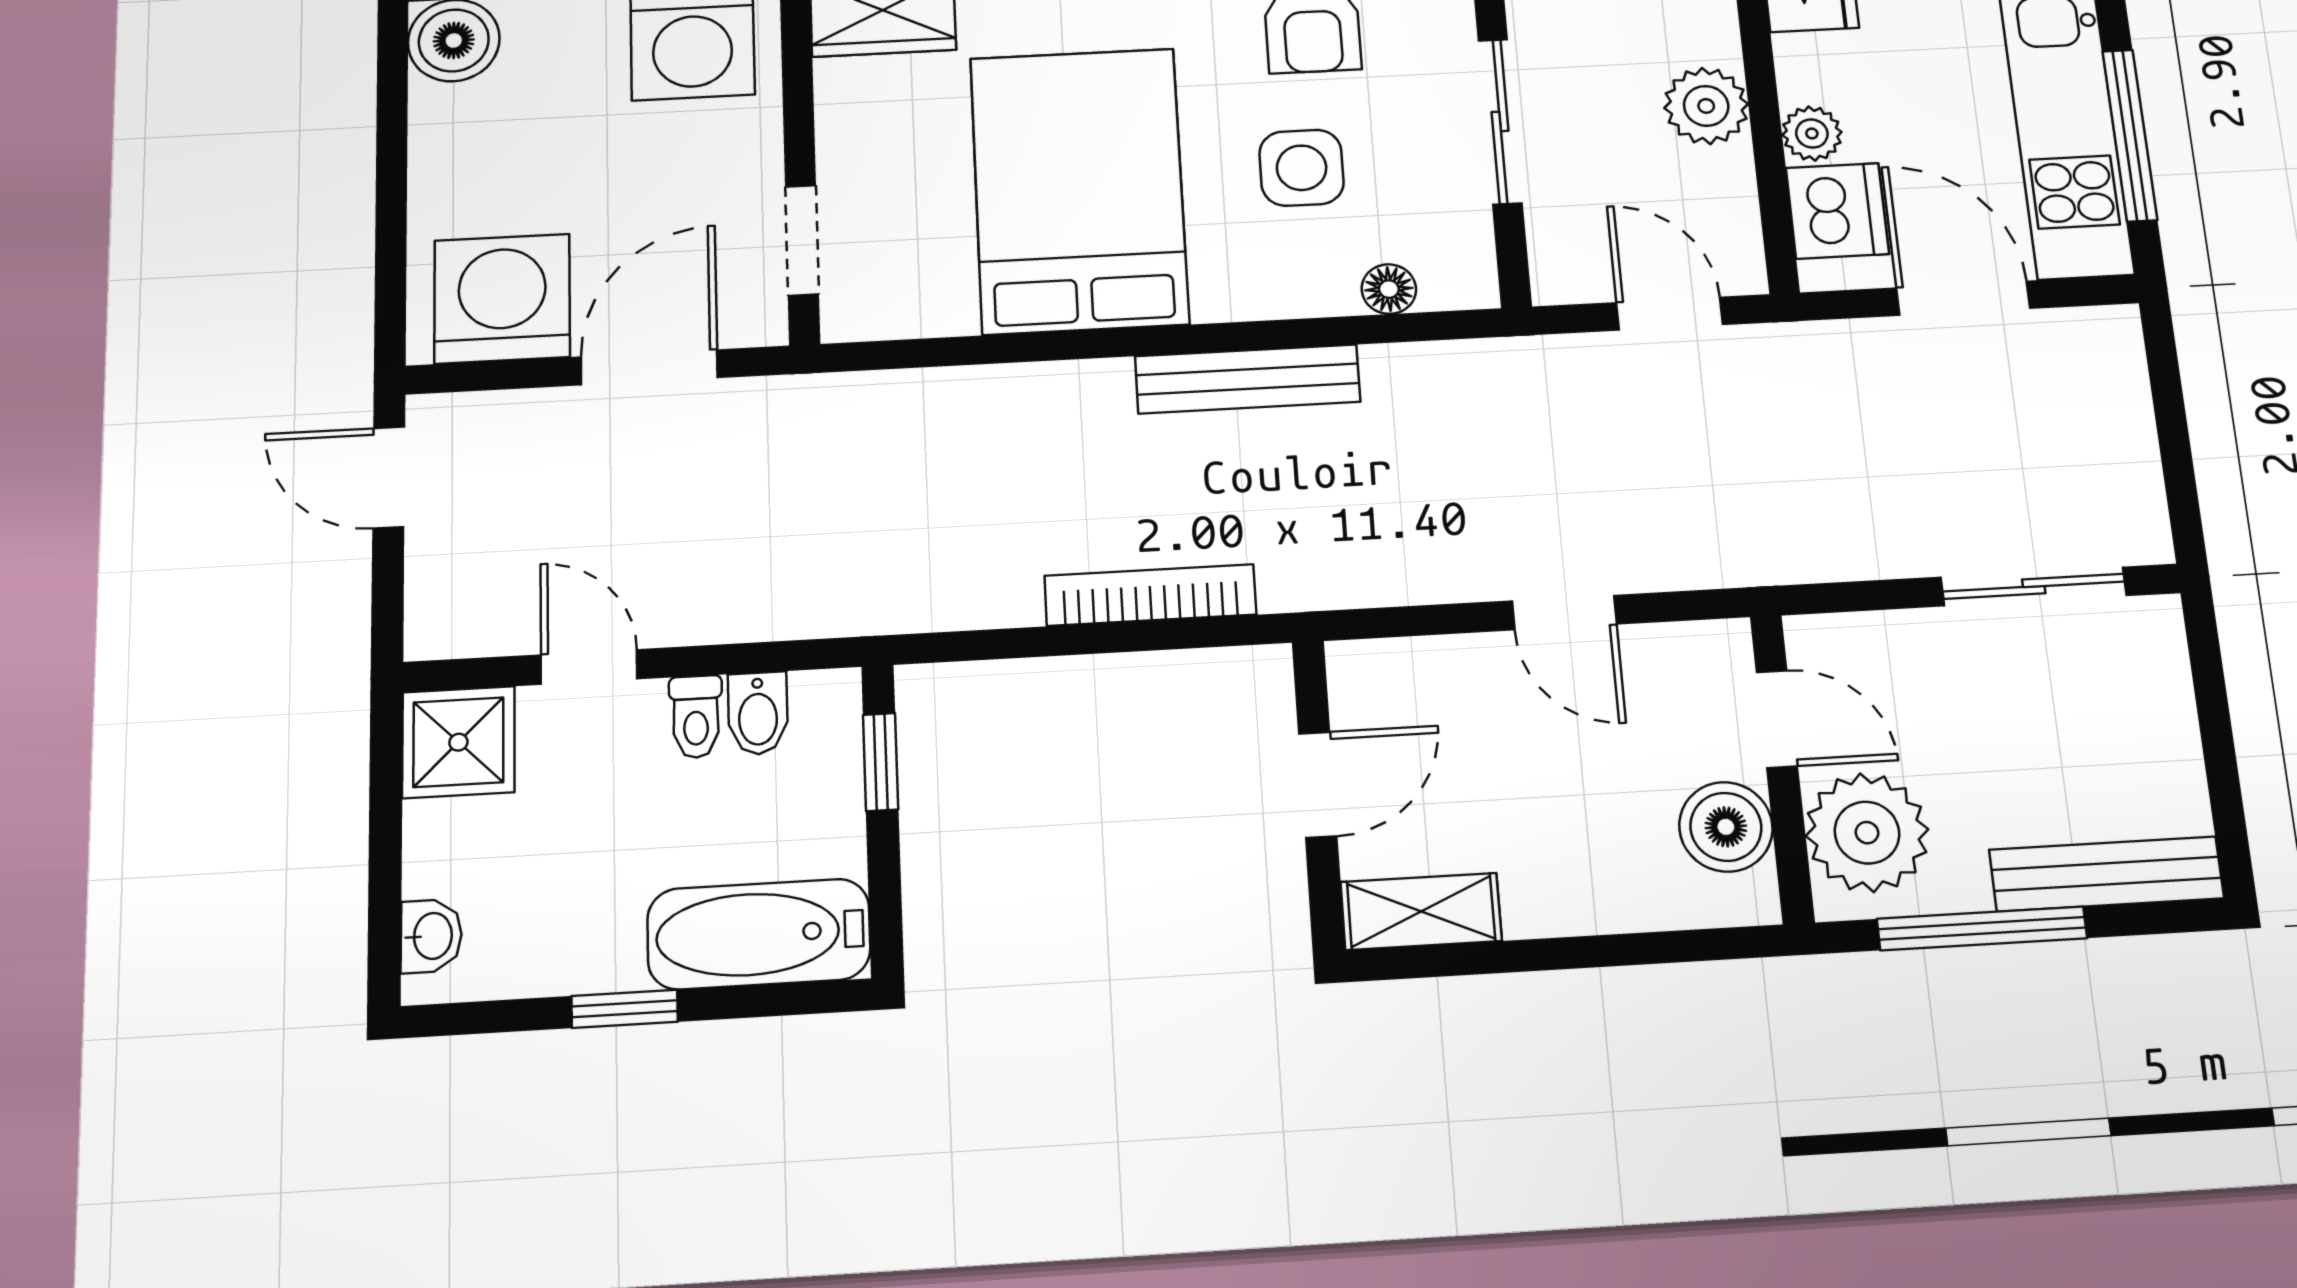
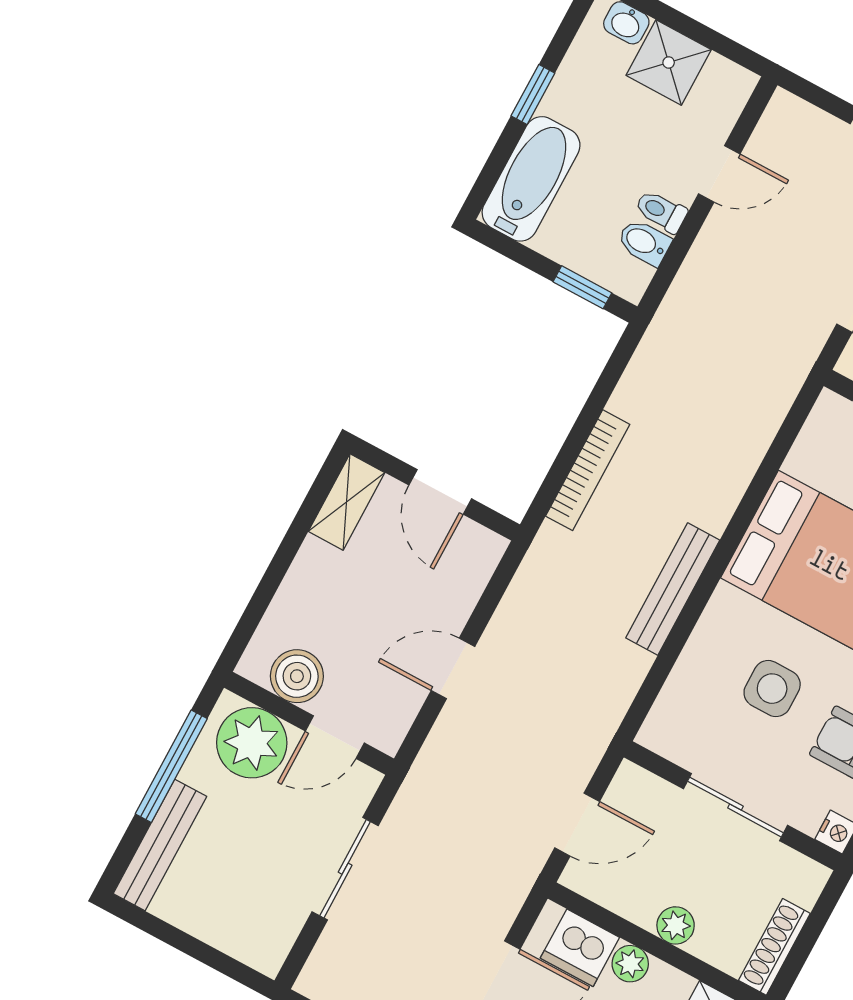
plant: (1706, 106) -> (676, 925), width x0.73, depth x0.73
floor lamp: (1389, 289) -> (678, 691), removed
sliding door: (2034, 586) -> (345, 869), moved
shower: (458, 742) -> (669, 62), moved

